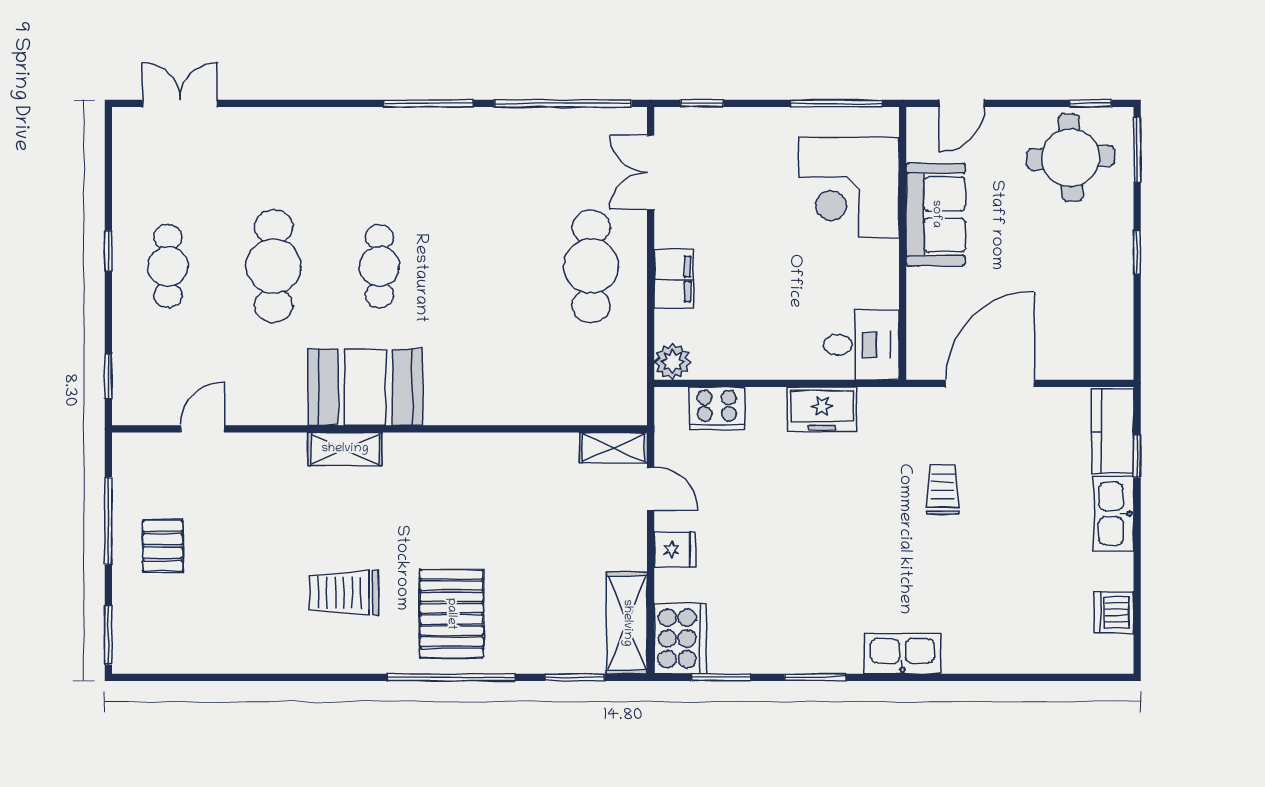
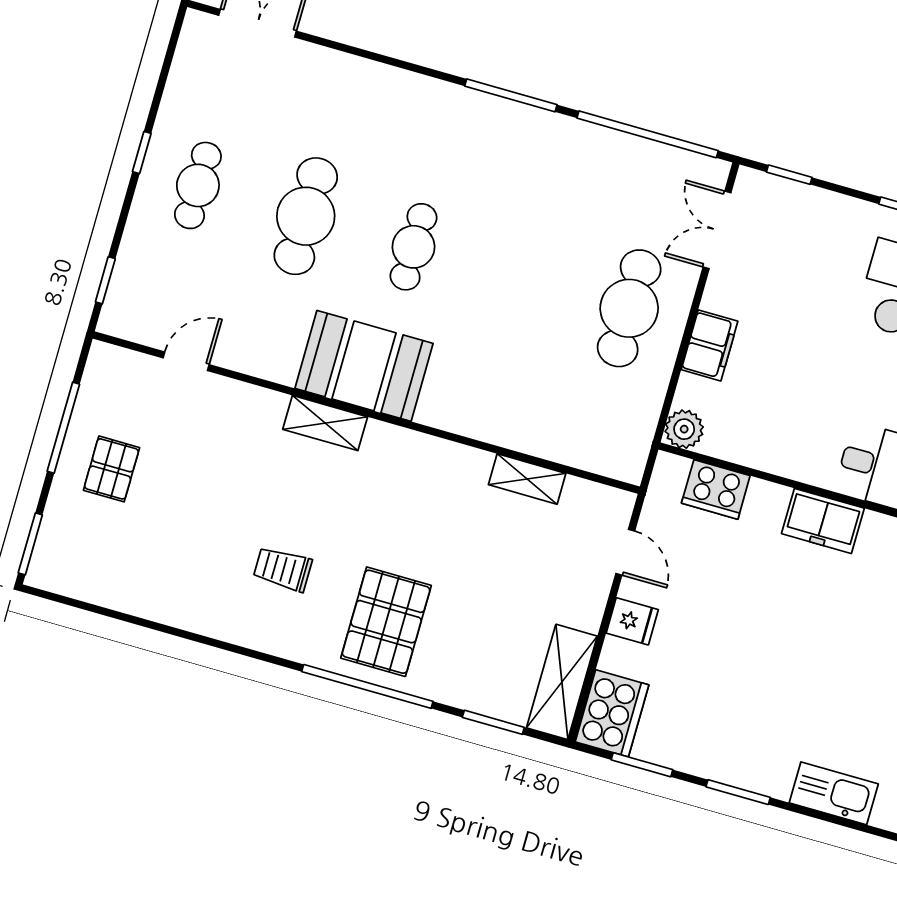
shelving: (613, 448) -> (527, 479), moved
trolley: (344, 593) -> (283, 569), width x0.73, depth x0.72

